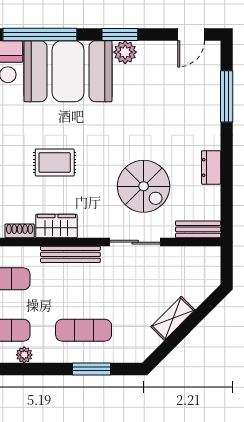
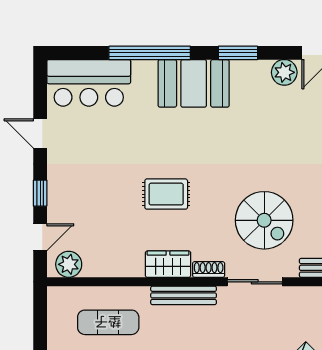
plant: (125, 52) -> (284, 72), moved
booth: (68, 71) -> (194, 83), width x0.73, depth x0.70
shoe rack: (20, 231) -> (209, 270), moved

